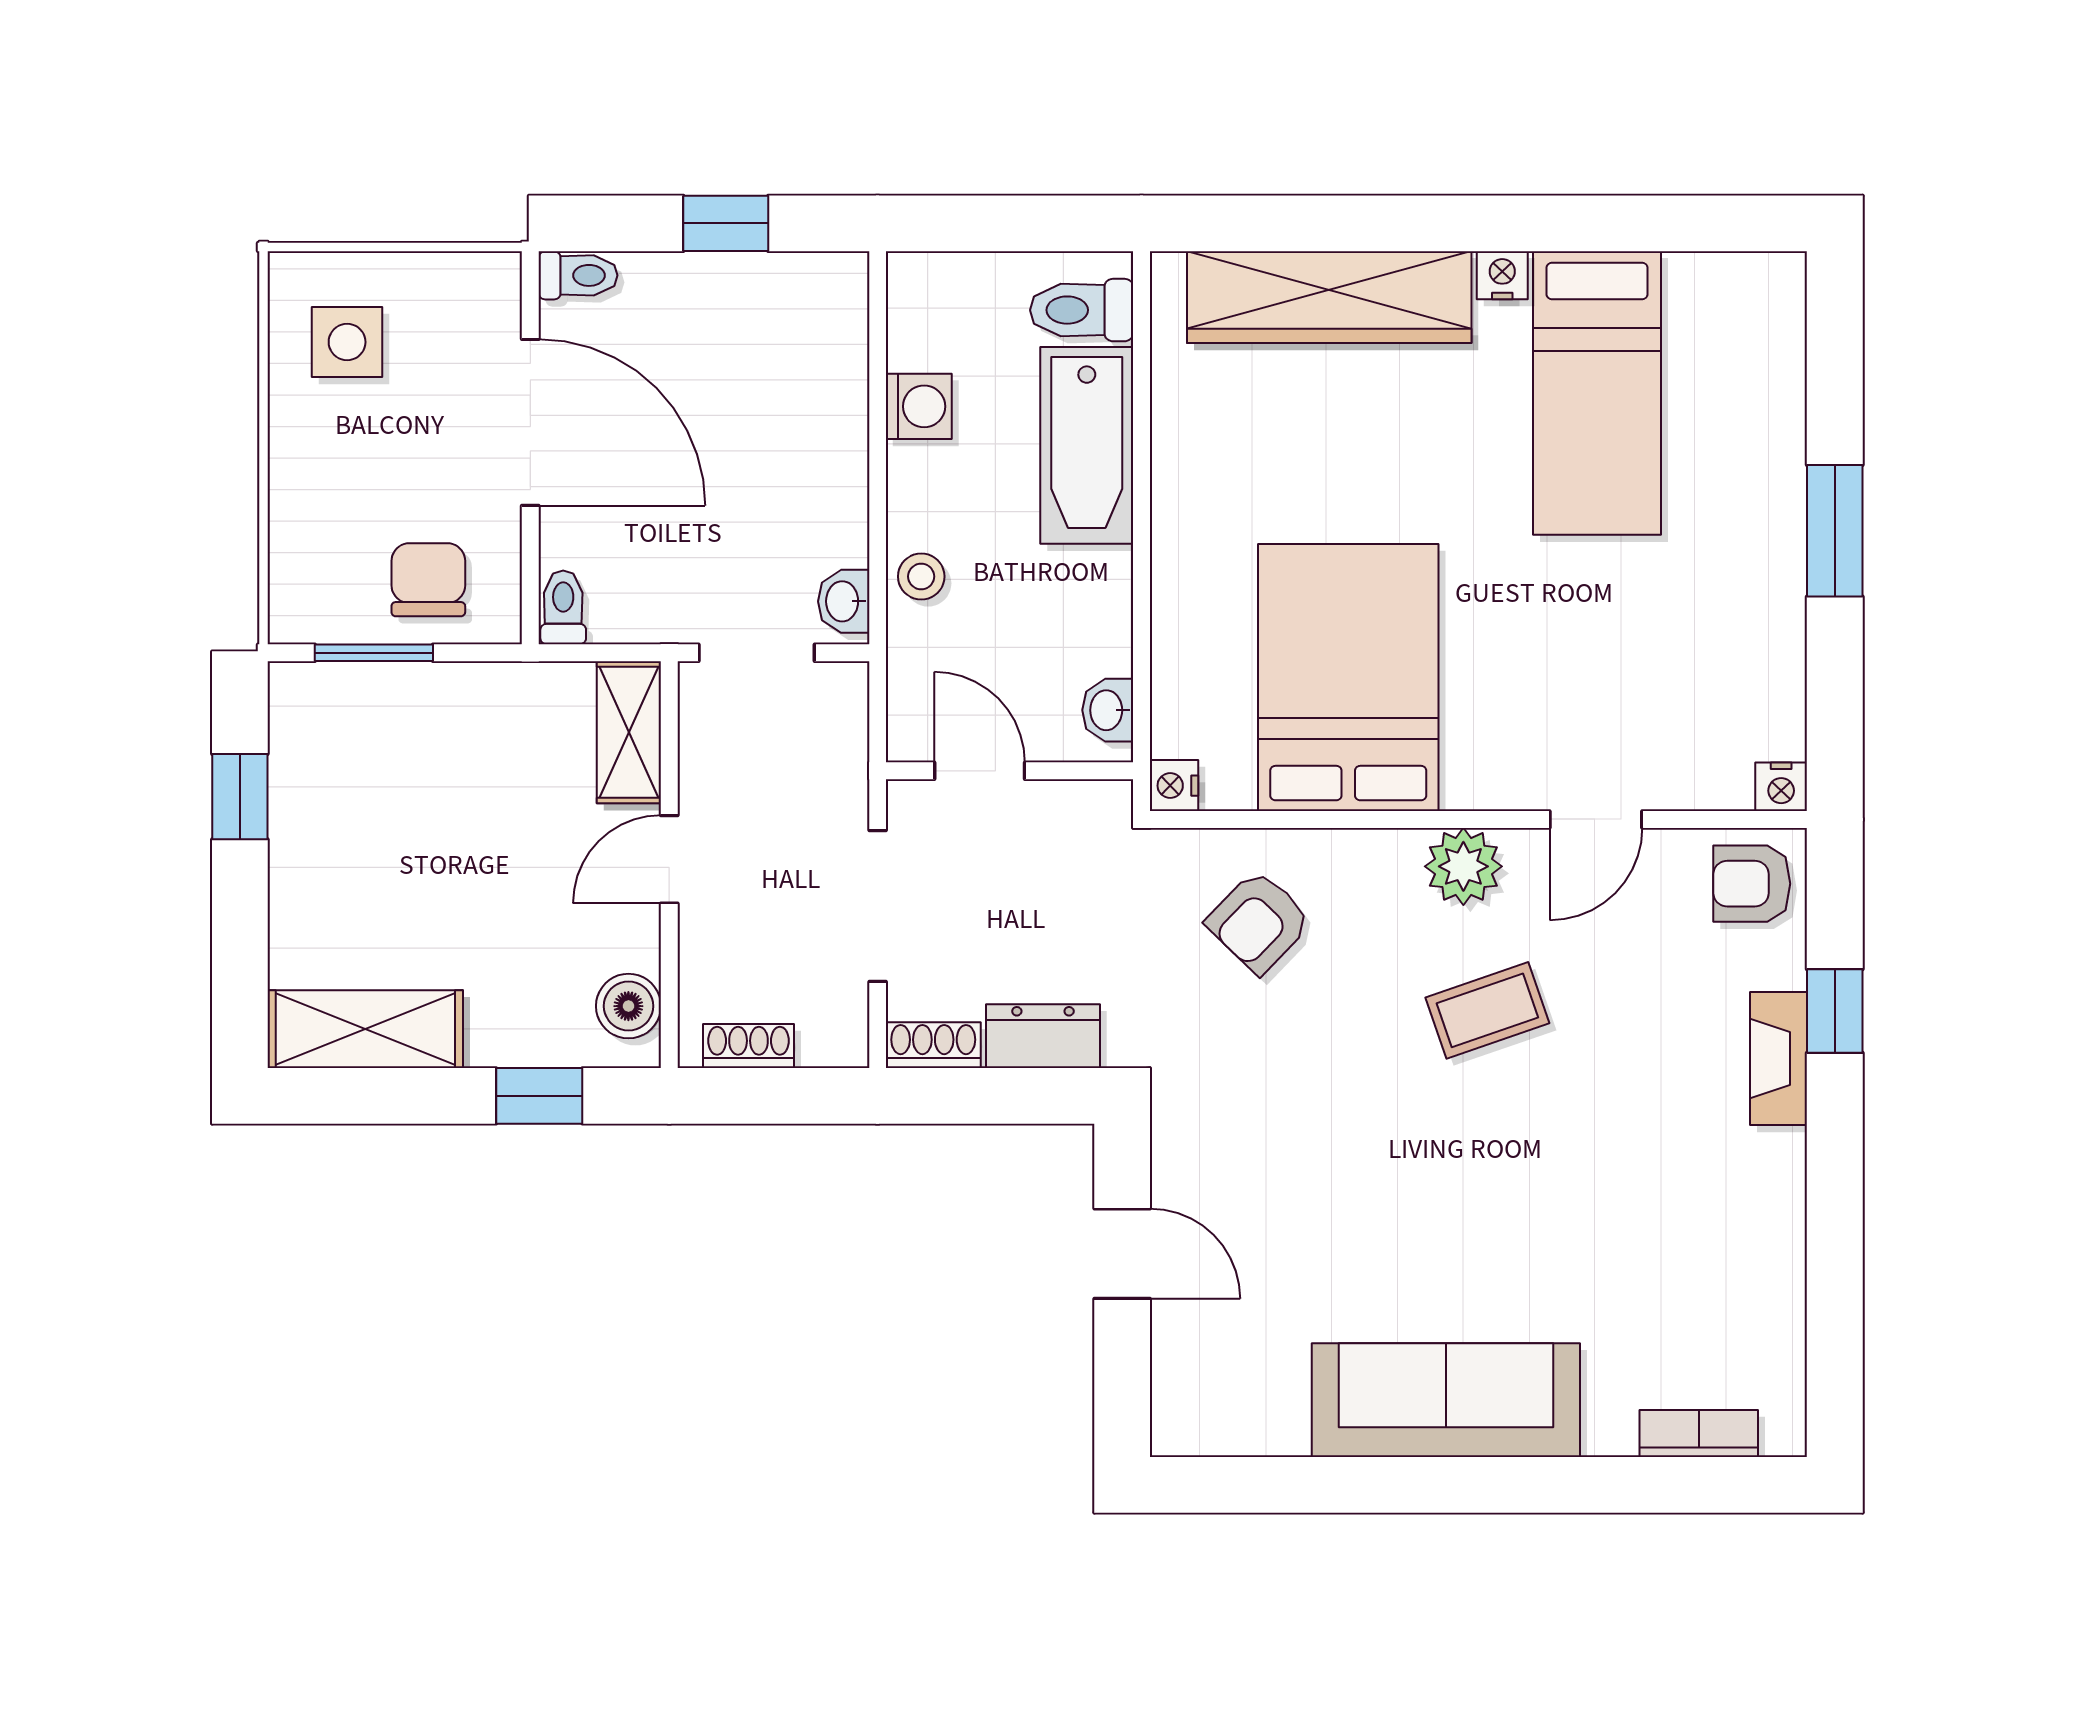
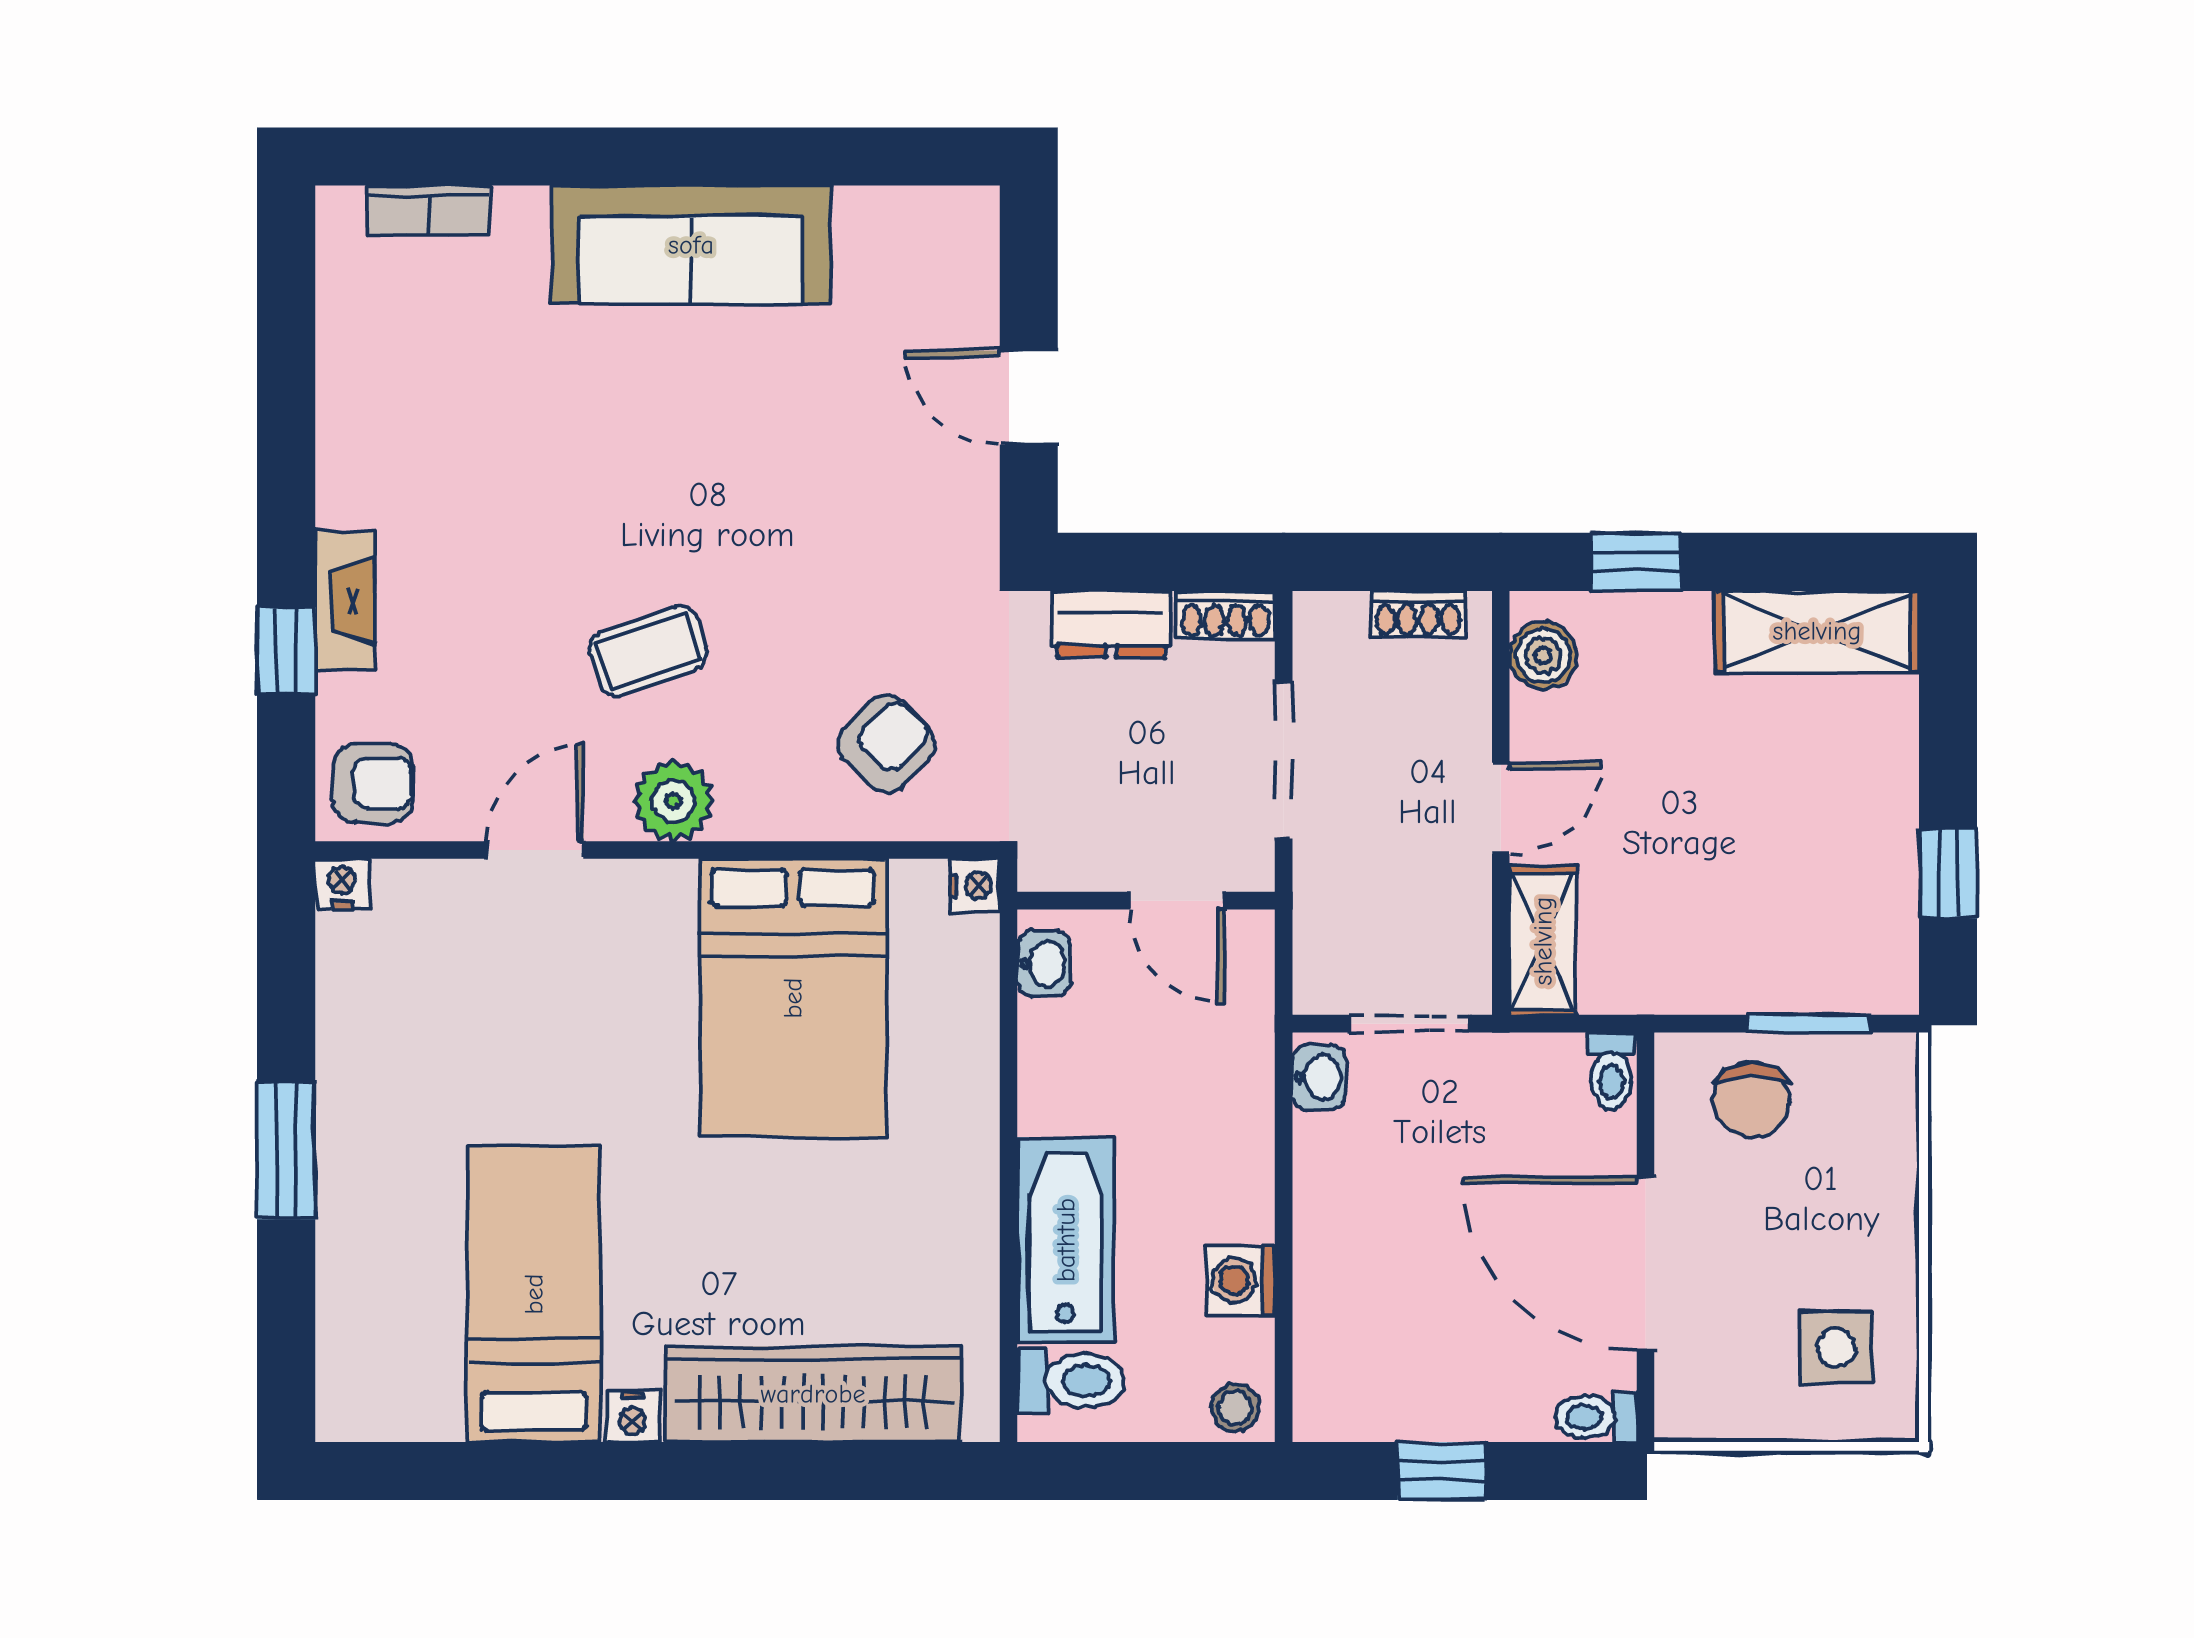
stool: (921, 576) -> (1235, 1408), moved

